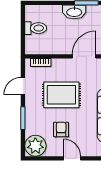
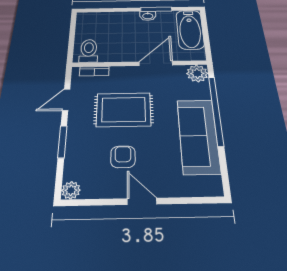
washbasin: (74, 12) -> (148, 16), width x0.52, depth x0.69
toilet: (36, 28) -> (89, 51), moved, turned -90
plant: (35, 146) -> (71, 190), width x0.53, depth x0.53

